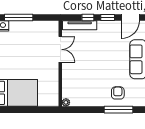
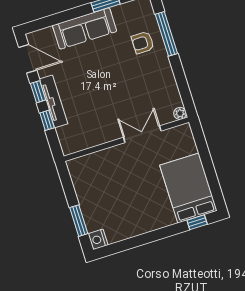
window: (19, 17) -> (79, 221), width x0.69
tv unit: (80, 25) -> (53, 101), moved
double door: (60, 49) -> (142, 134), moved

